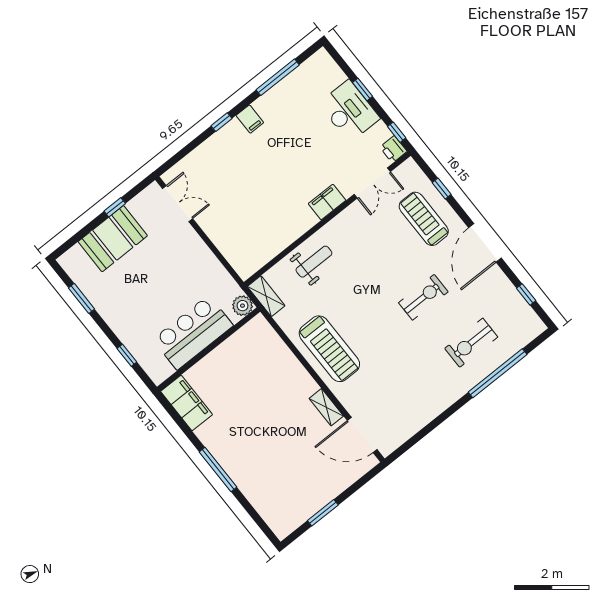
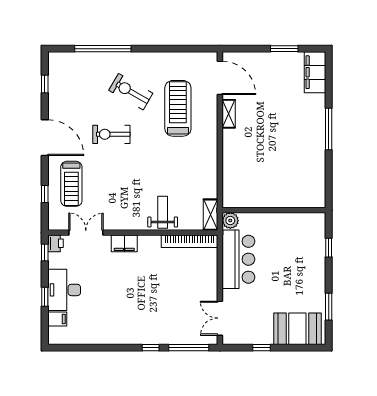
window: (278, 77) -> (189, 348), moved
filing cabinet: (250, 119) -> (57, 319), moved, turned 90
booth: (113, 239) -> (297, 329), moved
door: (485, 243) -> (45, 138), hinge flipped
bookcase: (266, 254) -> (189, 241), added
weight bench: (314, 262) -> (163, 212), turned 90
bar counter: (193, 332) -> (238, 259), moved, turned -90
exercise bike: (471, 343) -> (131, 92), moved, turned -150
treadmill: (329, 349) -> (178, 108), moved
filing cabinet: (187, 403) -> (315, 72), moved

